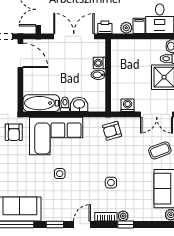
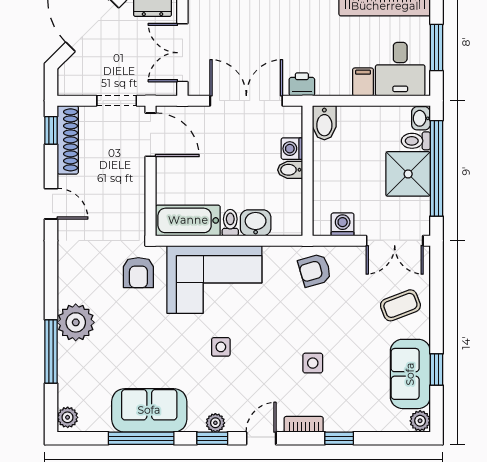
plant: (126, 28) -> (340, 85), removed
bidet: (117, 49) -> (324, 123), added
plant: (123, 216) -> (215, 423), moved

